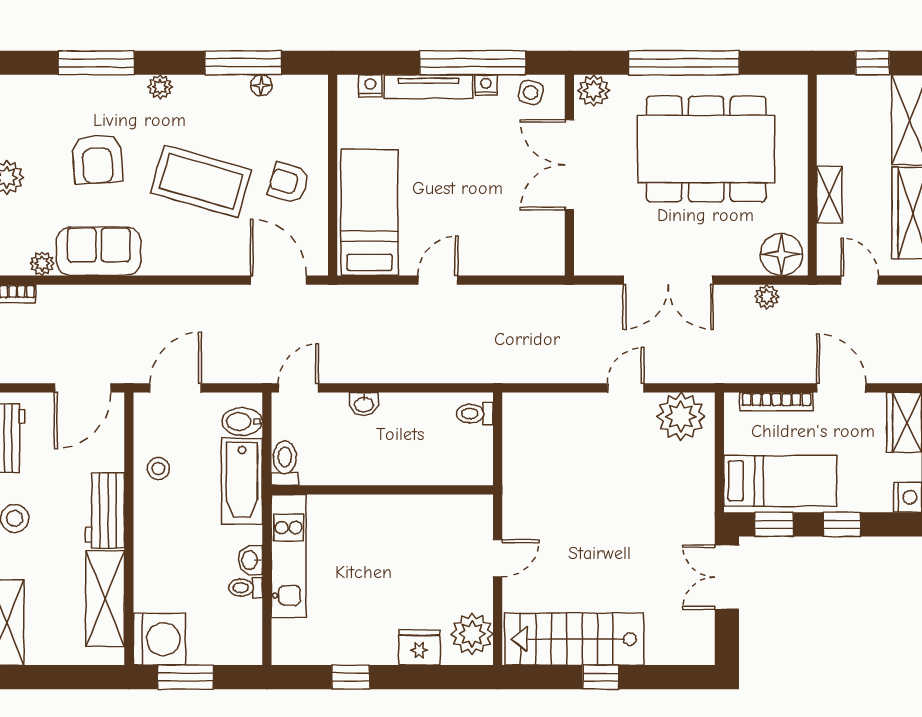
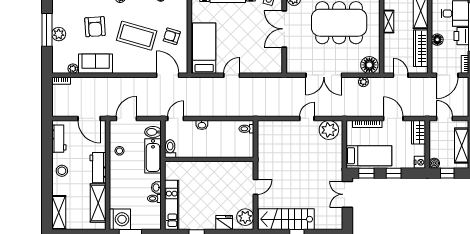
shelving: (830, 195) -> (389, 22), moved
door: (83, 388) -> (89, 118), hinge flipped
kitchen unit: (289, 556) -> (172, 205), moved

